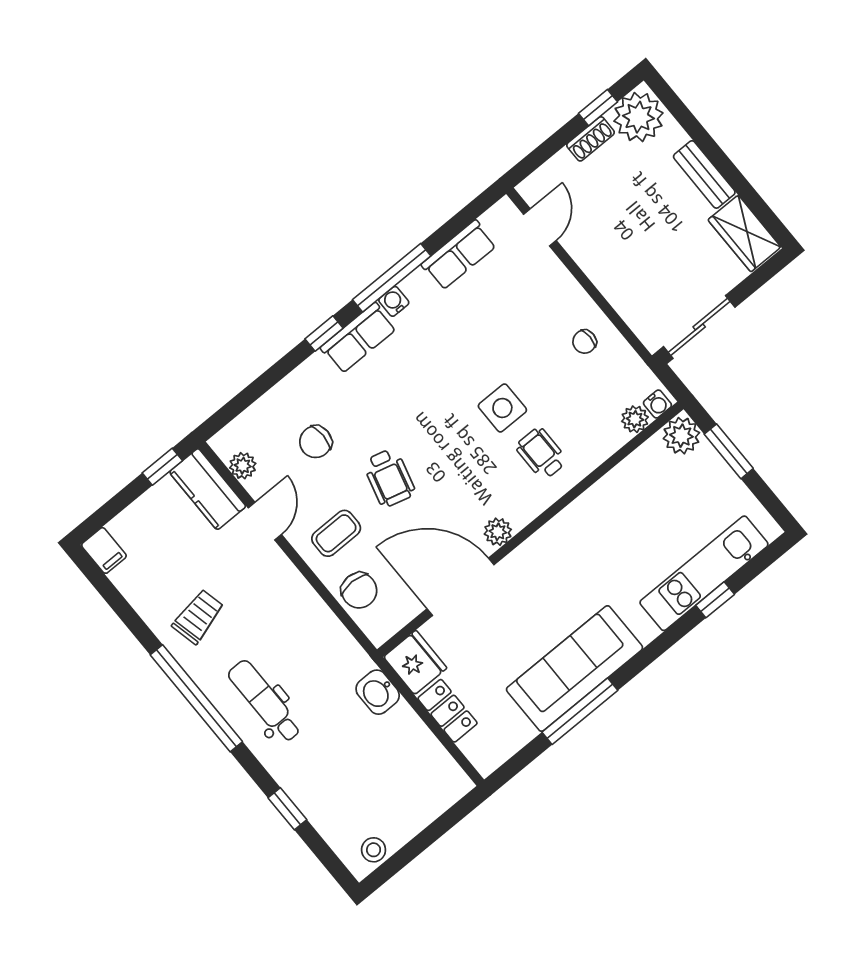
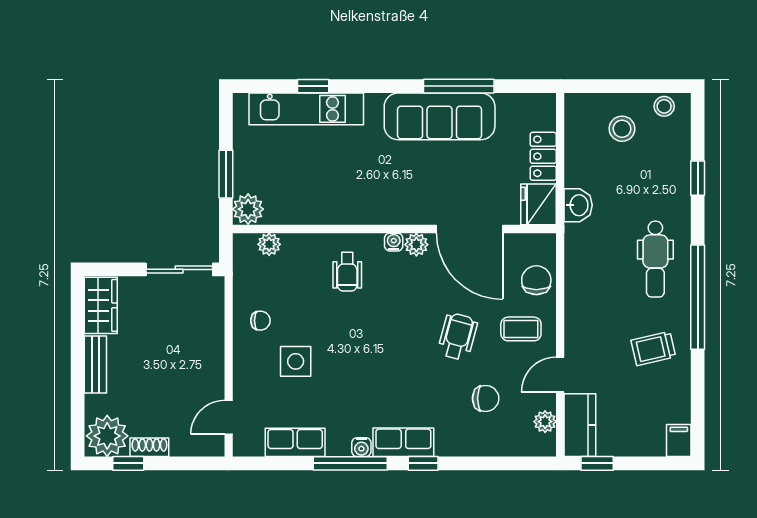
water cooler: (657, 404) -> (394, 242), moved
side table: (502, 408) -> (296, 361), moved
stool: (396, 797) -> (622, 129), added

